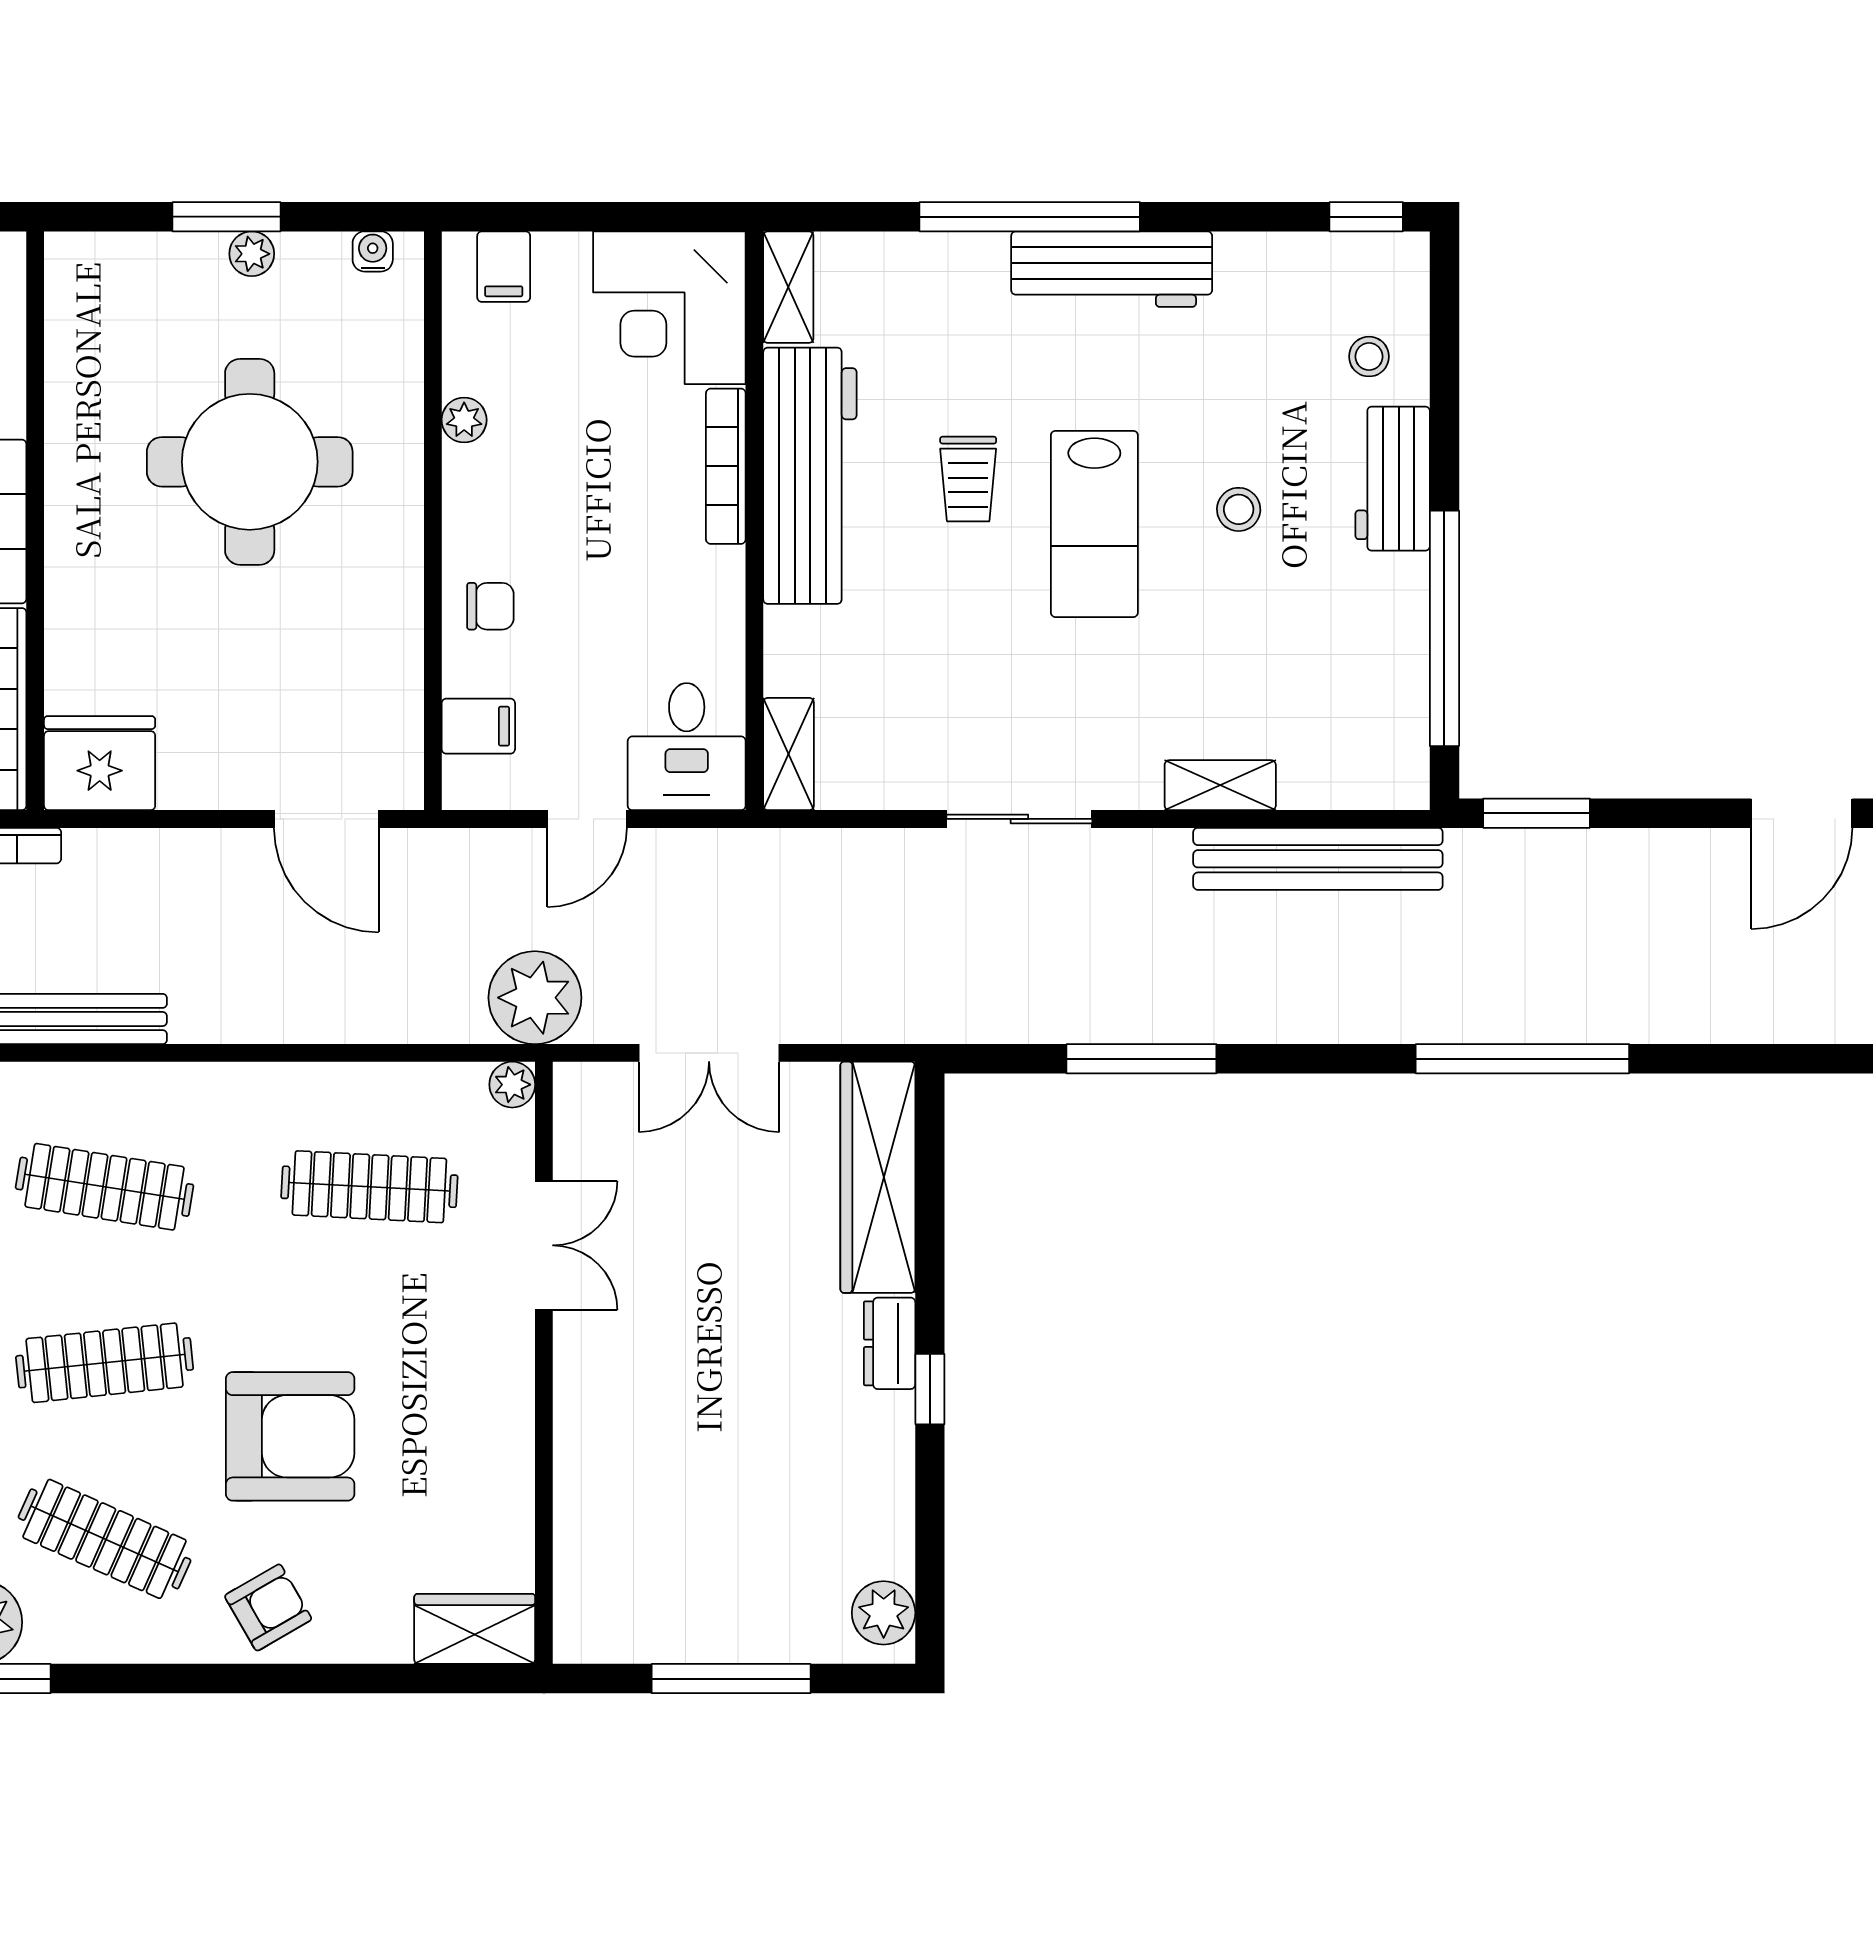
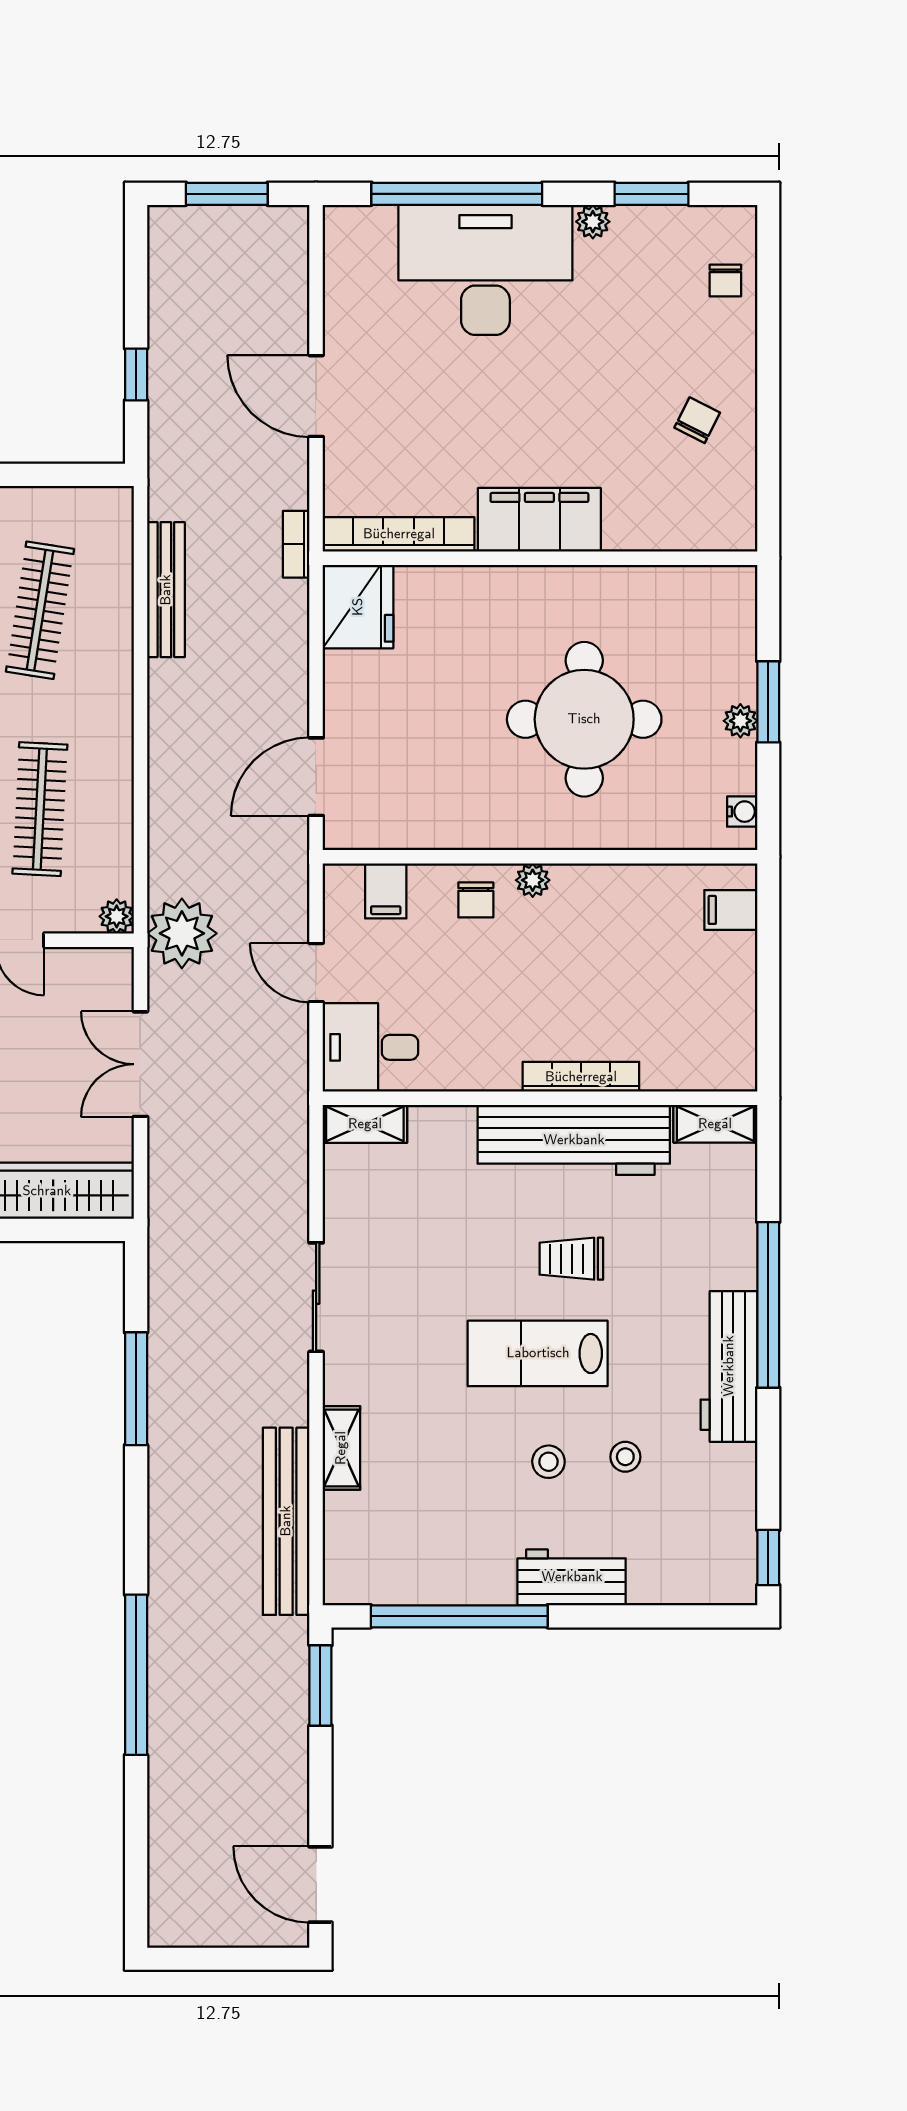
corner desk: (669, 308) -> (700, 1034), removed
stool: (1369, 357) -> (625, 1457), moved
plant: (464, 420) -> (533, 880), moved

